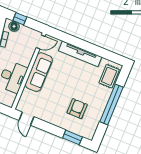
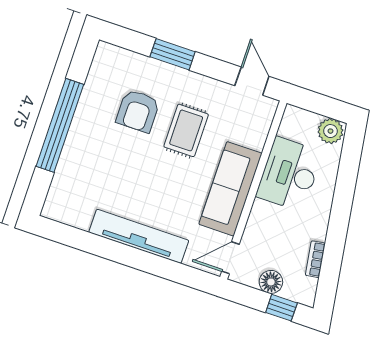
floor lamp: (14, 26) -> (271, 282), moved
rug: (109, 76) -> (186, 130), moved
window: (72, 137) -> (173, 54), moved

